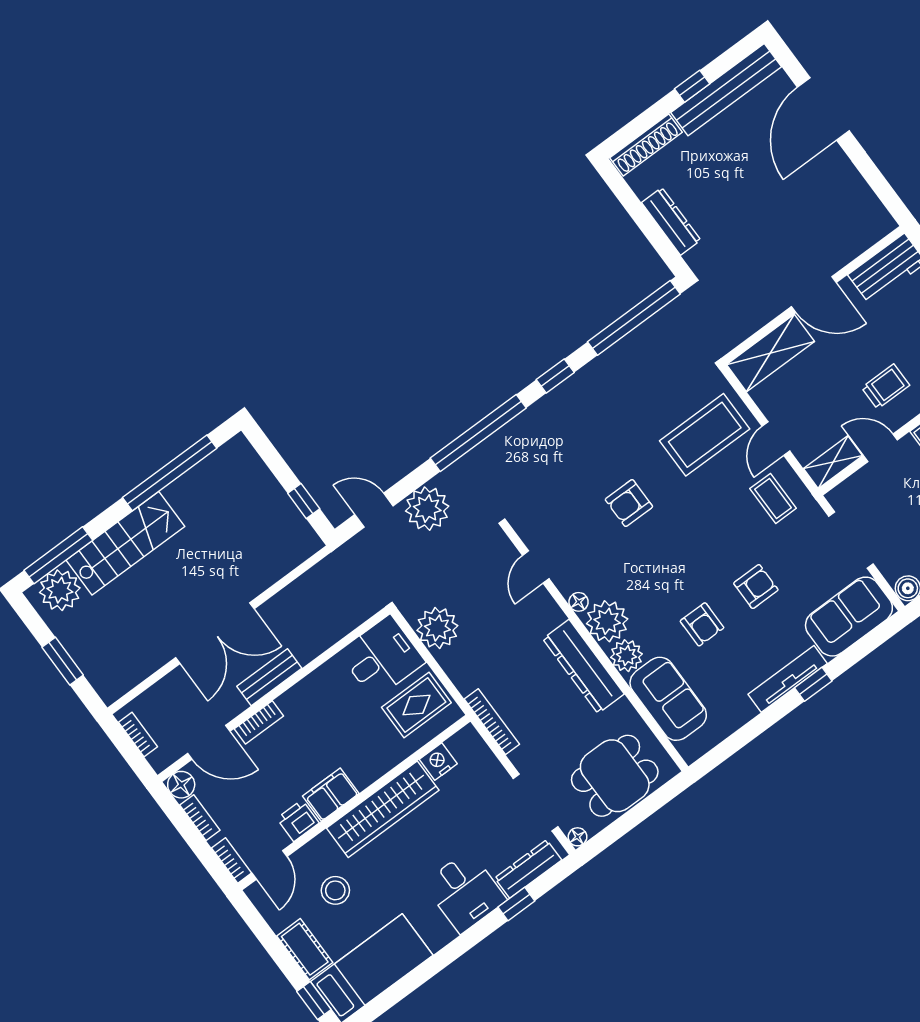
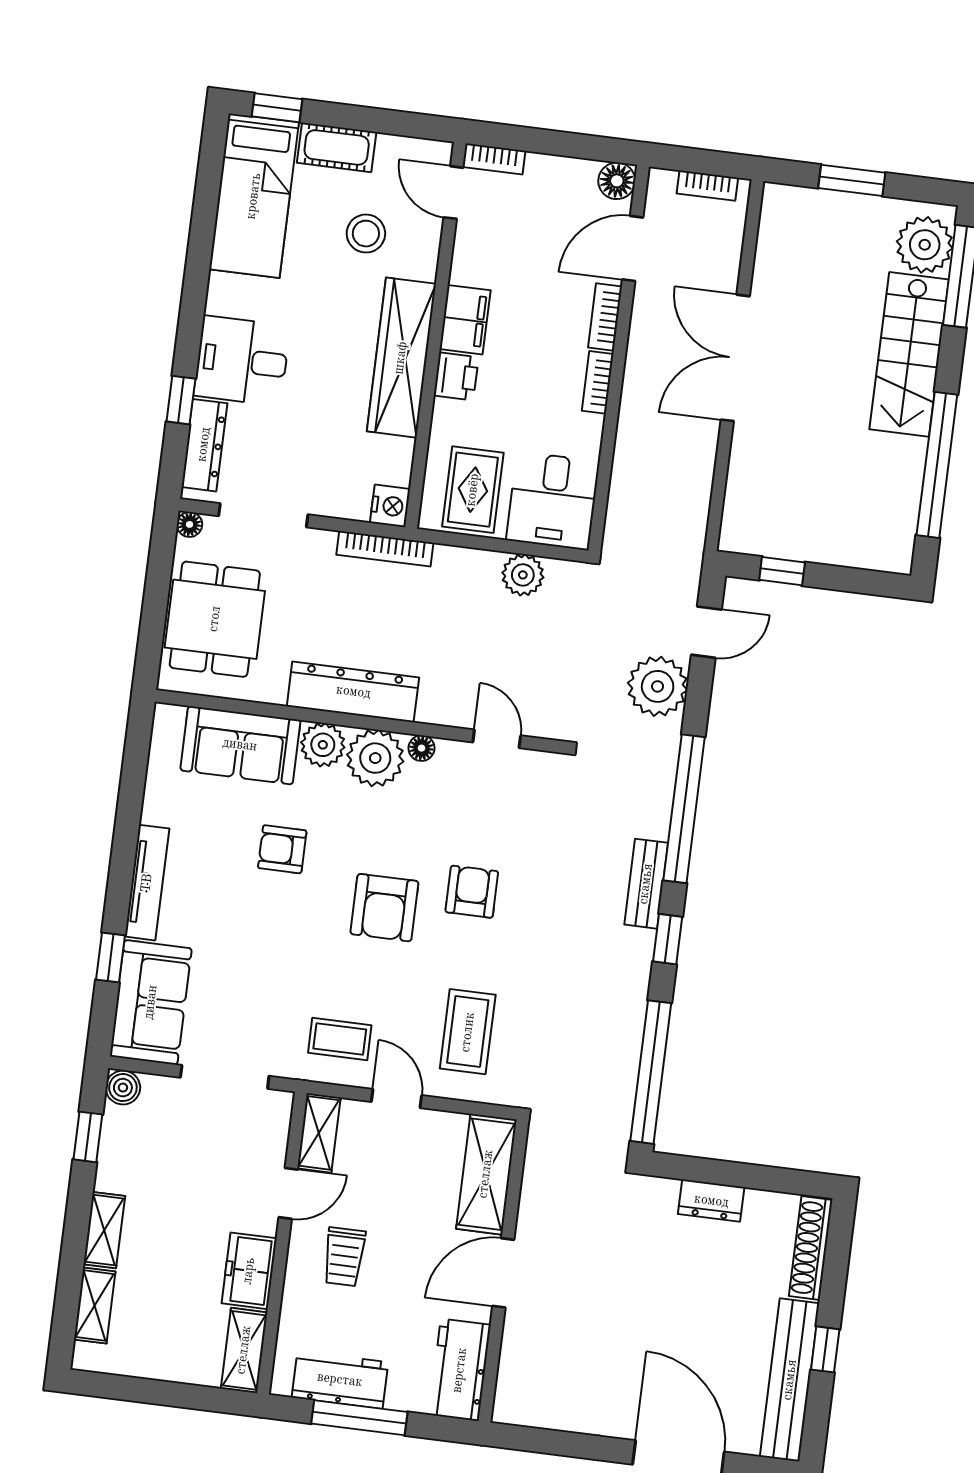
dresser: (671, 221) -> (711, 1201), width x0.70
coffee table: (705, 435) -> (468, 1032), width x0.73, depth x0.76
armchair: (756, 587) -> (384, 908), moved, width x1.38, depth x1.38
plant: (437, 628) -> (523, 575), width x0.73, depth x0.73
bench: (269, 677) -> (646, 884), moved
window: (813, 684) -> (110, 957), moved
nightstand: (438, 761) -> (390, 506), moved
bookcase: (200, 818) -> (598, 382), moved, turned 90
printer: (298, 821) -> (456, 376), moved

